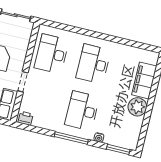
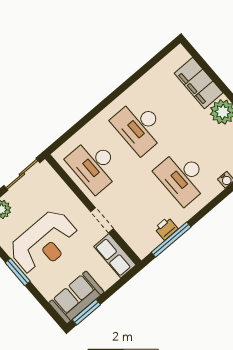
printer: (26, 118) -> (166, 228), moved
window: (71, 138) -> (171, 240), moved

